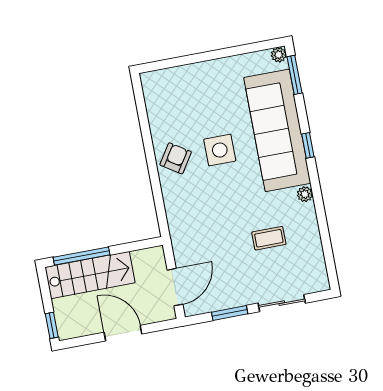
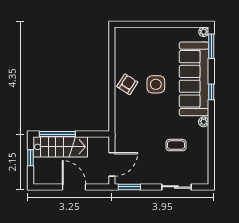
window: (230, 313) -> (129, 187), moved
window: (52, 325) -> (31, 158), moved

